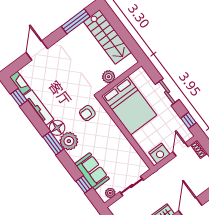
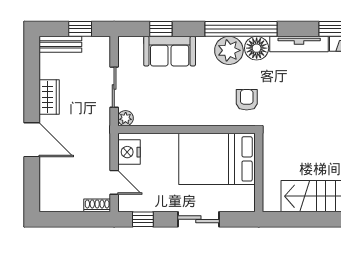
plant: (109, 77) -> (272, 160), removed
window: (53, 143) -> (241, 29), width x2.11
plant: (110, 193) -> (126, 118), moved

